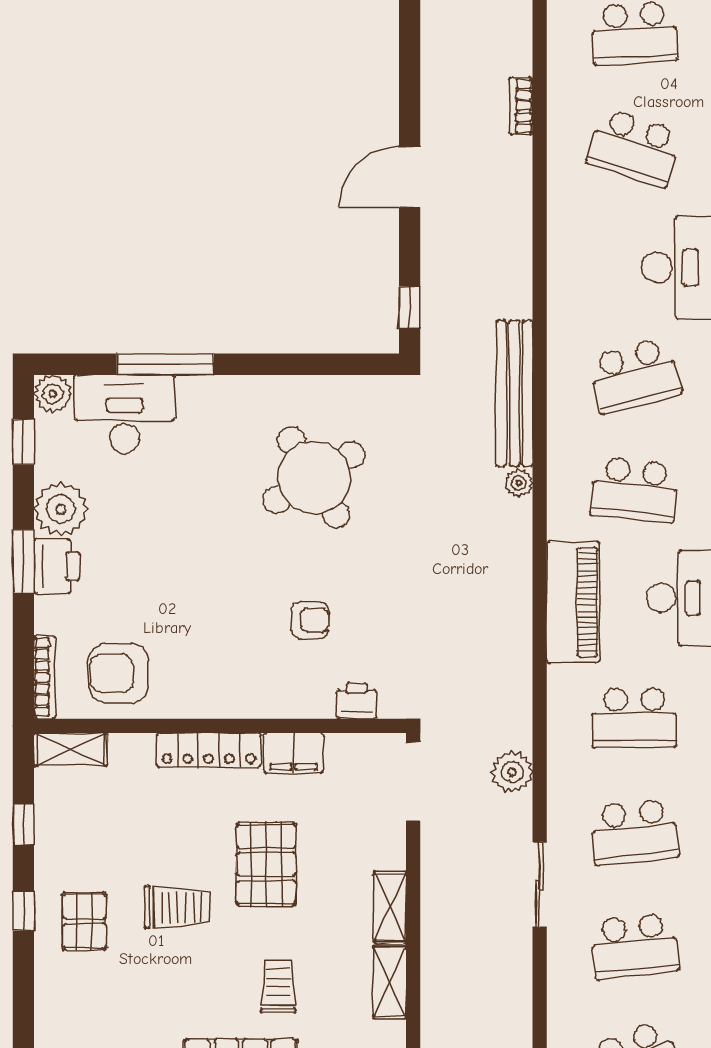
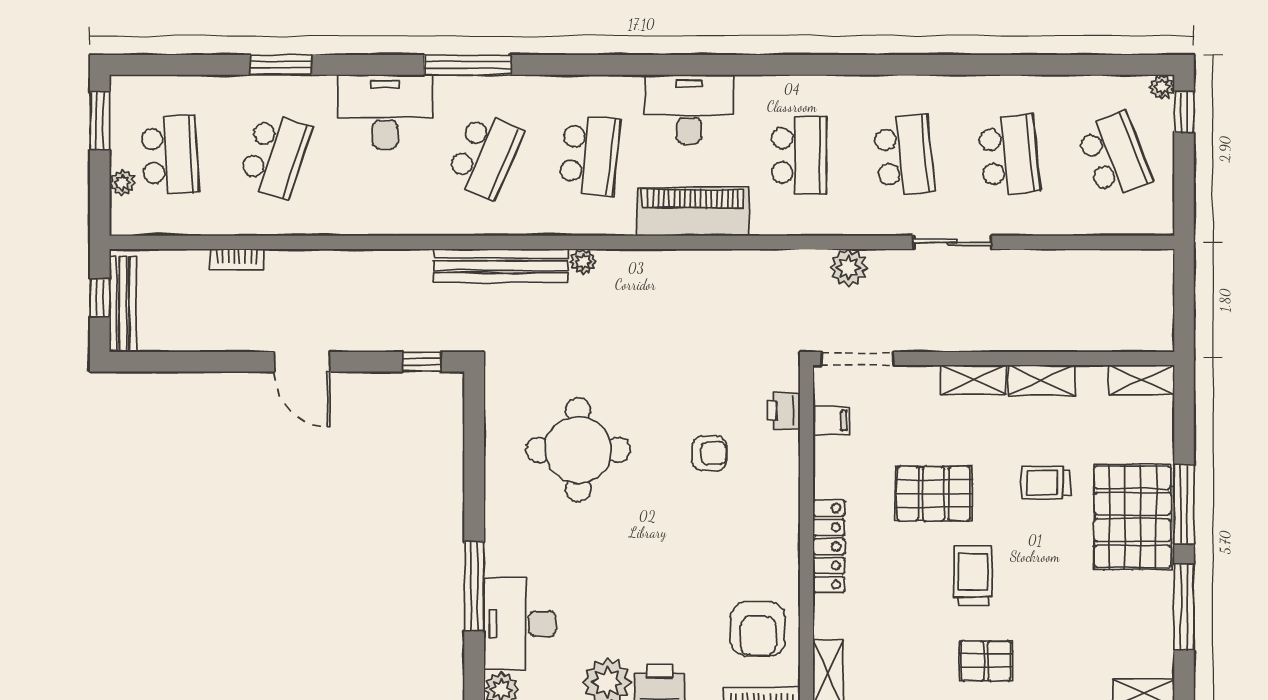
school desk: (634, 376) -> (485, 155), turned 39
round table: (314, 477) -> (578, 450), turned 31
armchair: (310, 620) -> (709, 453), turned 90
filing cabinet: (293, 753) -> (831, 421), moved, width x0.50

